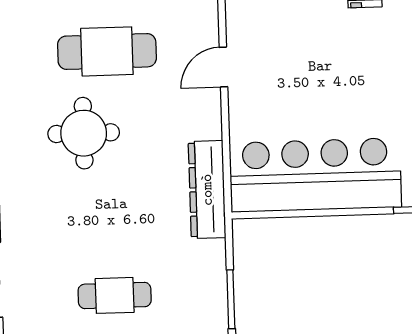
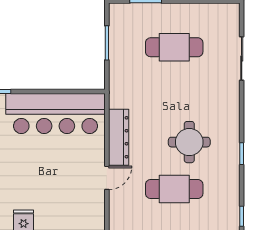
dresser: (207, 190) -> (119, 137), moved
cafe table: (115, 295) -> (174, 47), width x1.37, depth x1.35

